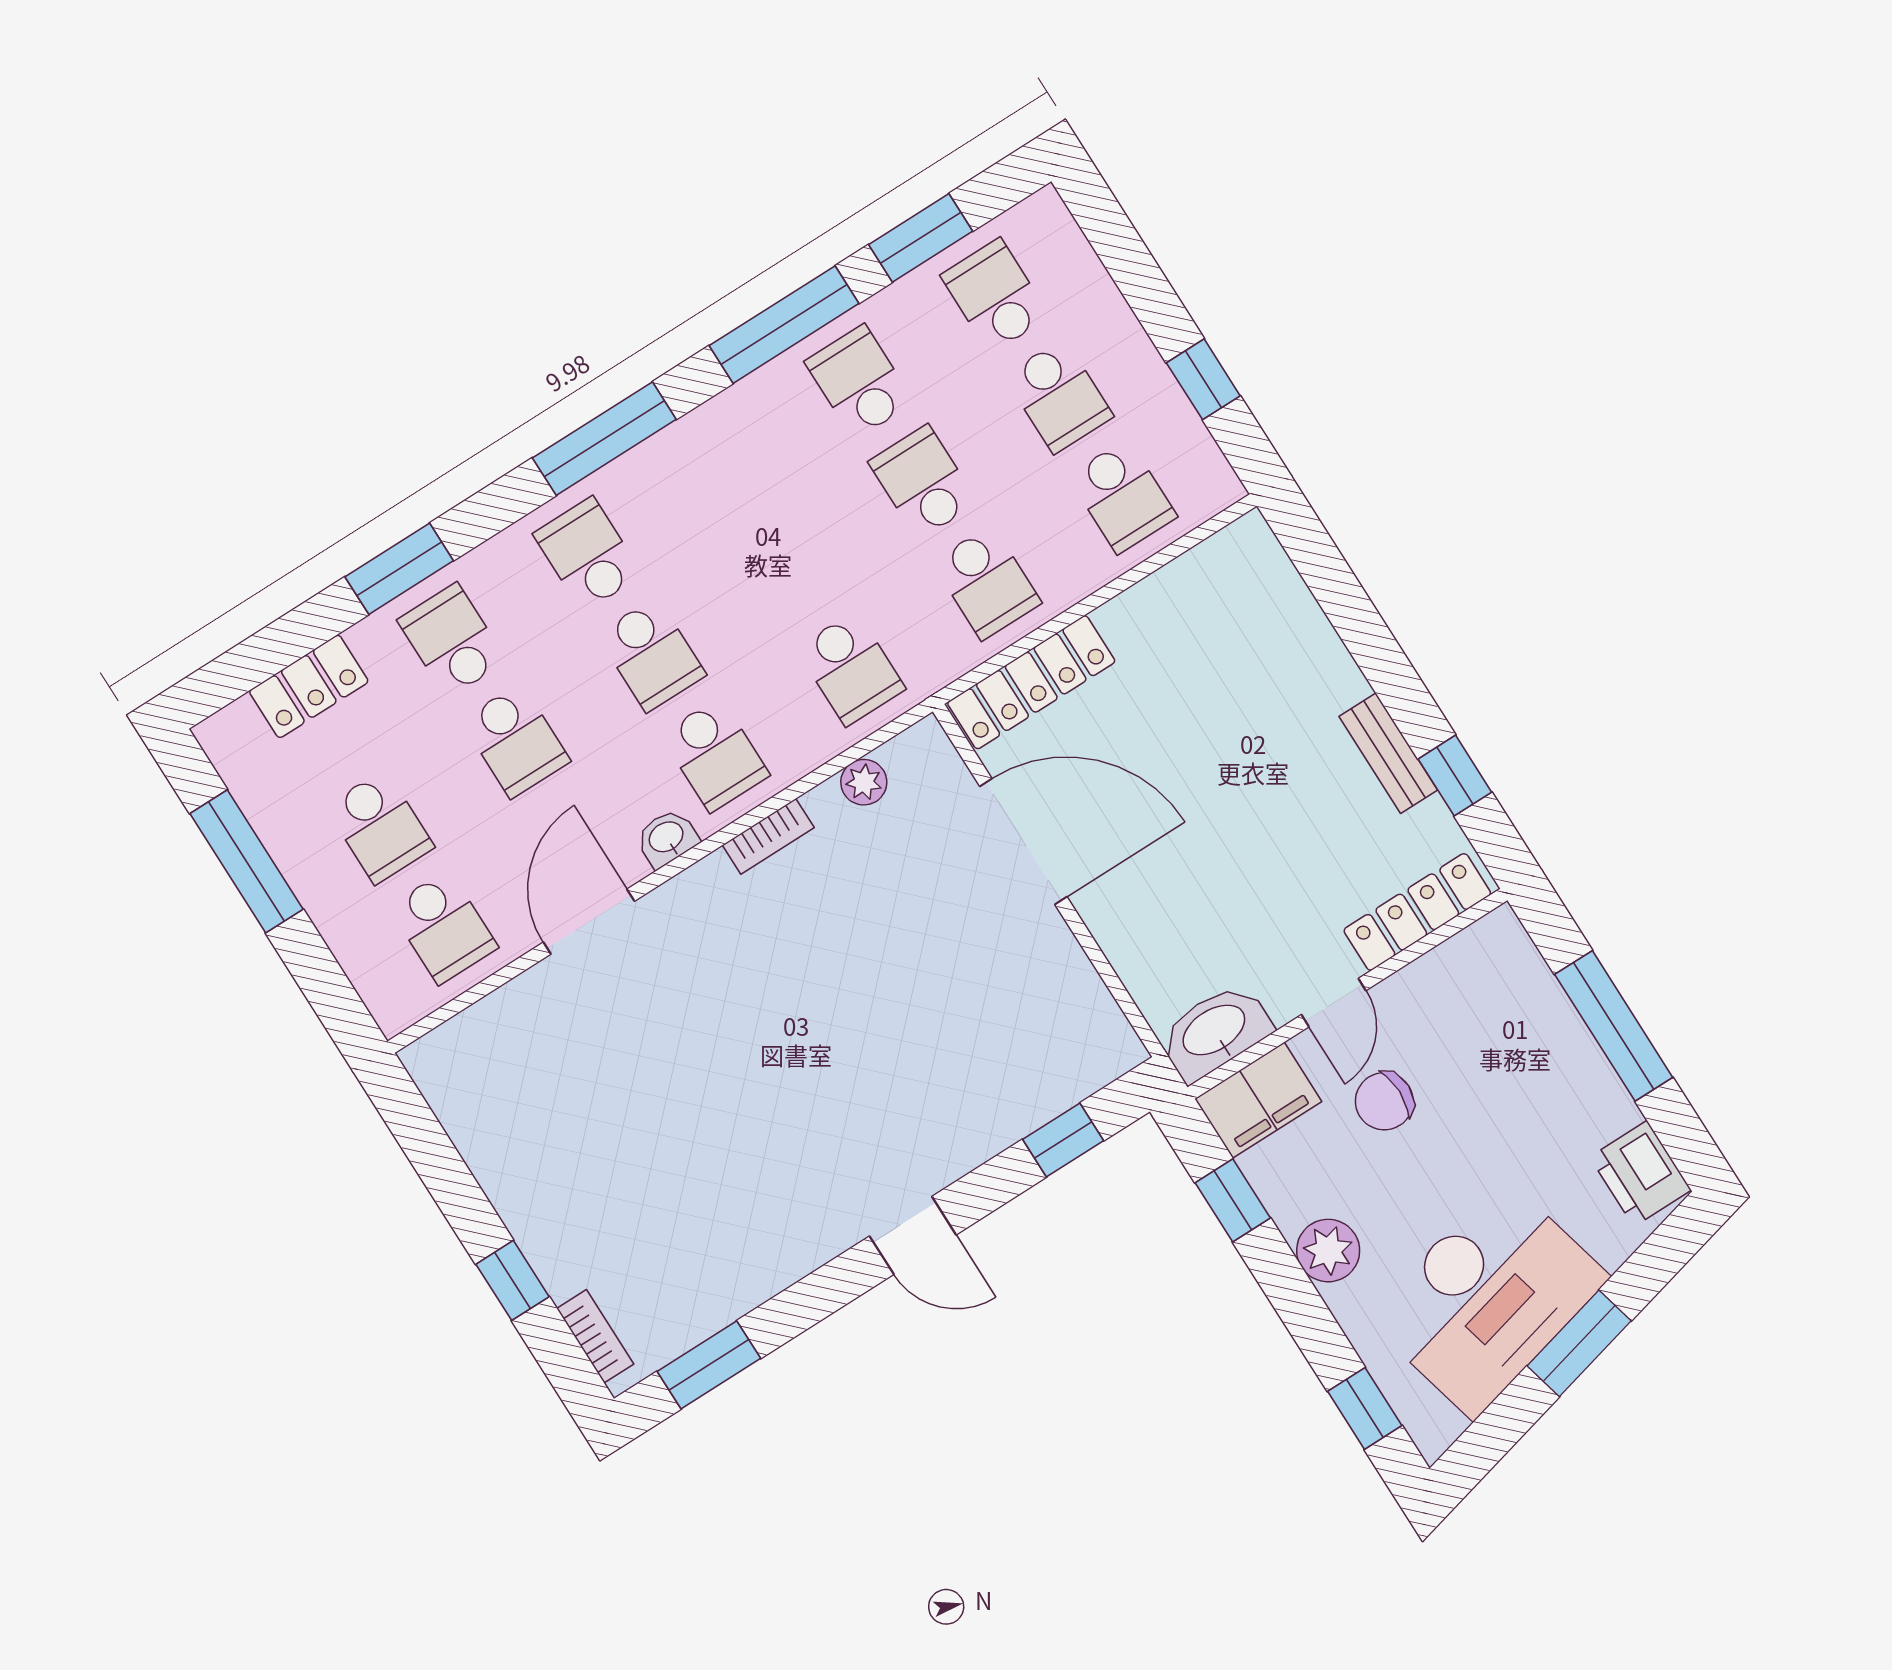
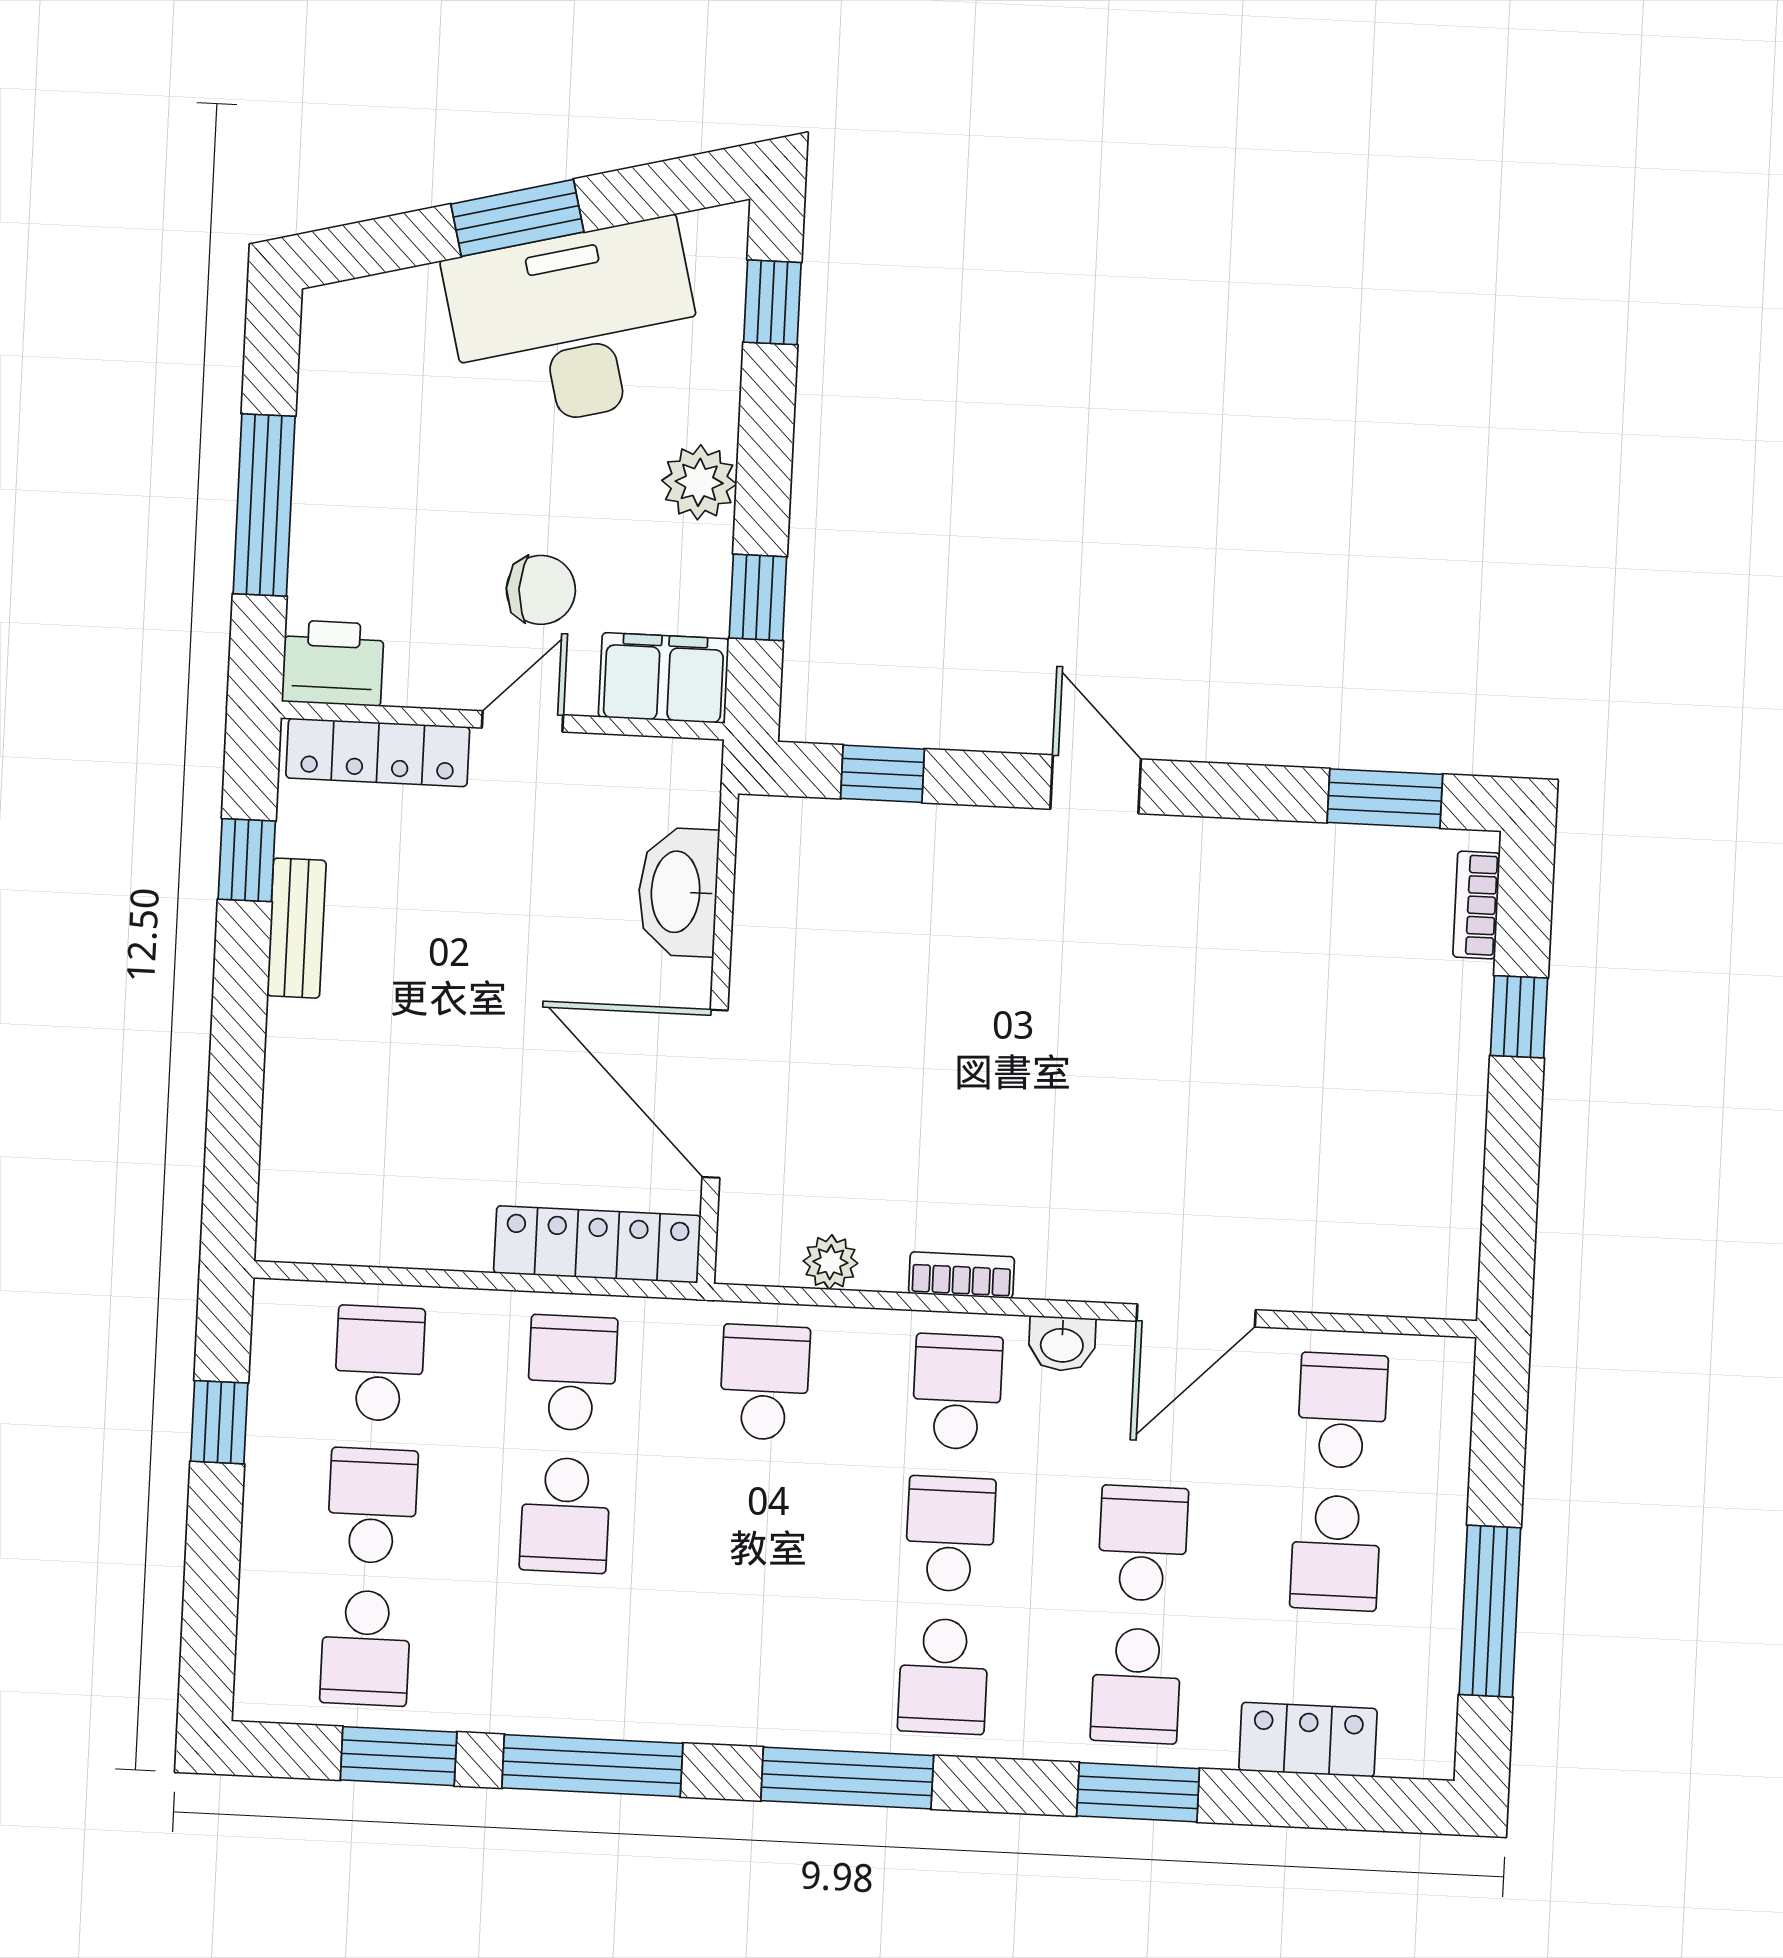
school desk: (859, 382) -> (558, 1657), removed
school desk: (380, 827) -> (1335, 1553), turned 180
washbasin: (1215, 1032) -> (678, 892), moved, turned 90
printer: (1640, 1174) -> (333, 663), moved, turned -90

